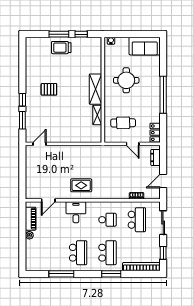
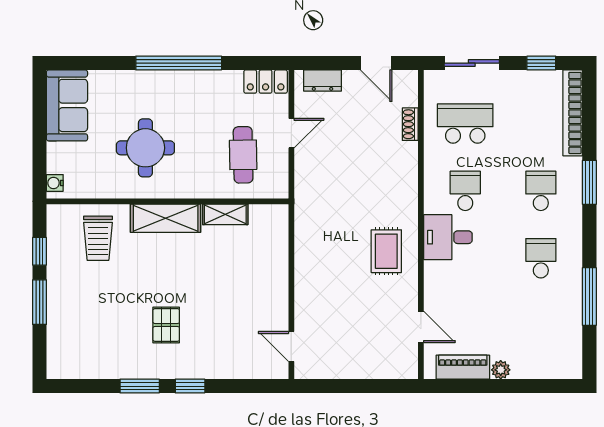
trolley: (61, 48) -> (98, 238), moved
window: (22, 120) -> (140, 386), moved
desk: (76, 212) -> (448, 237), moved
school desk: (78, 253) -> (541, 258), width x0.54
school desk: (107, 253) -> (541, 191), width x0.54

